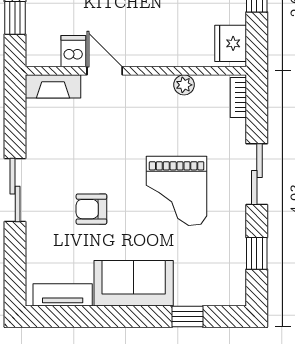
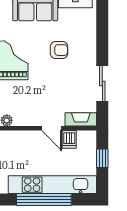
sliding door: (15, 190) -> (102, 83), moved

